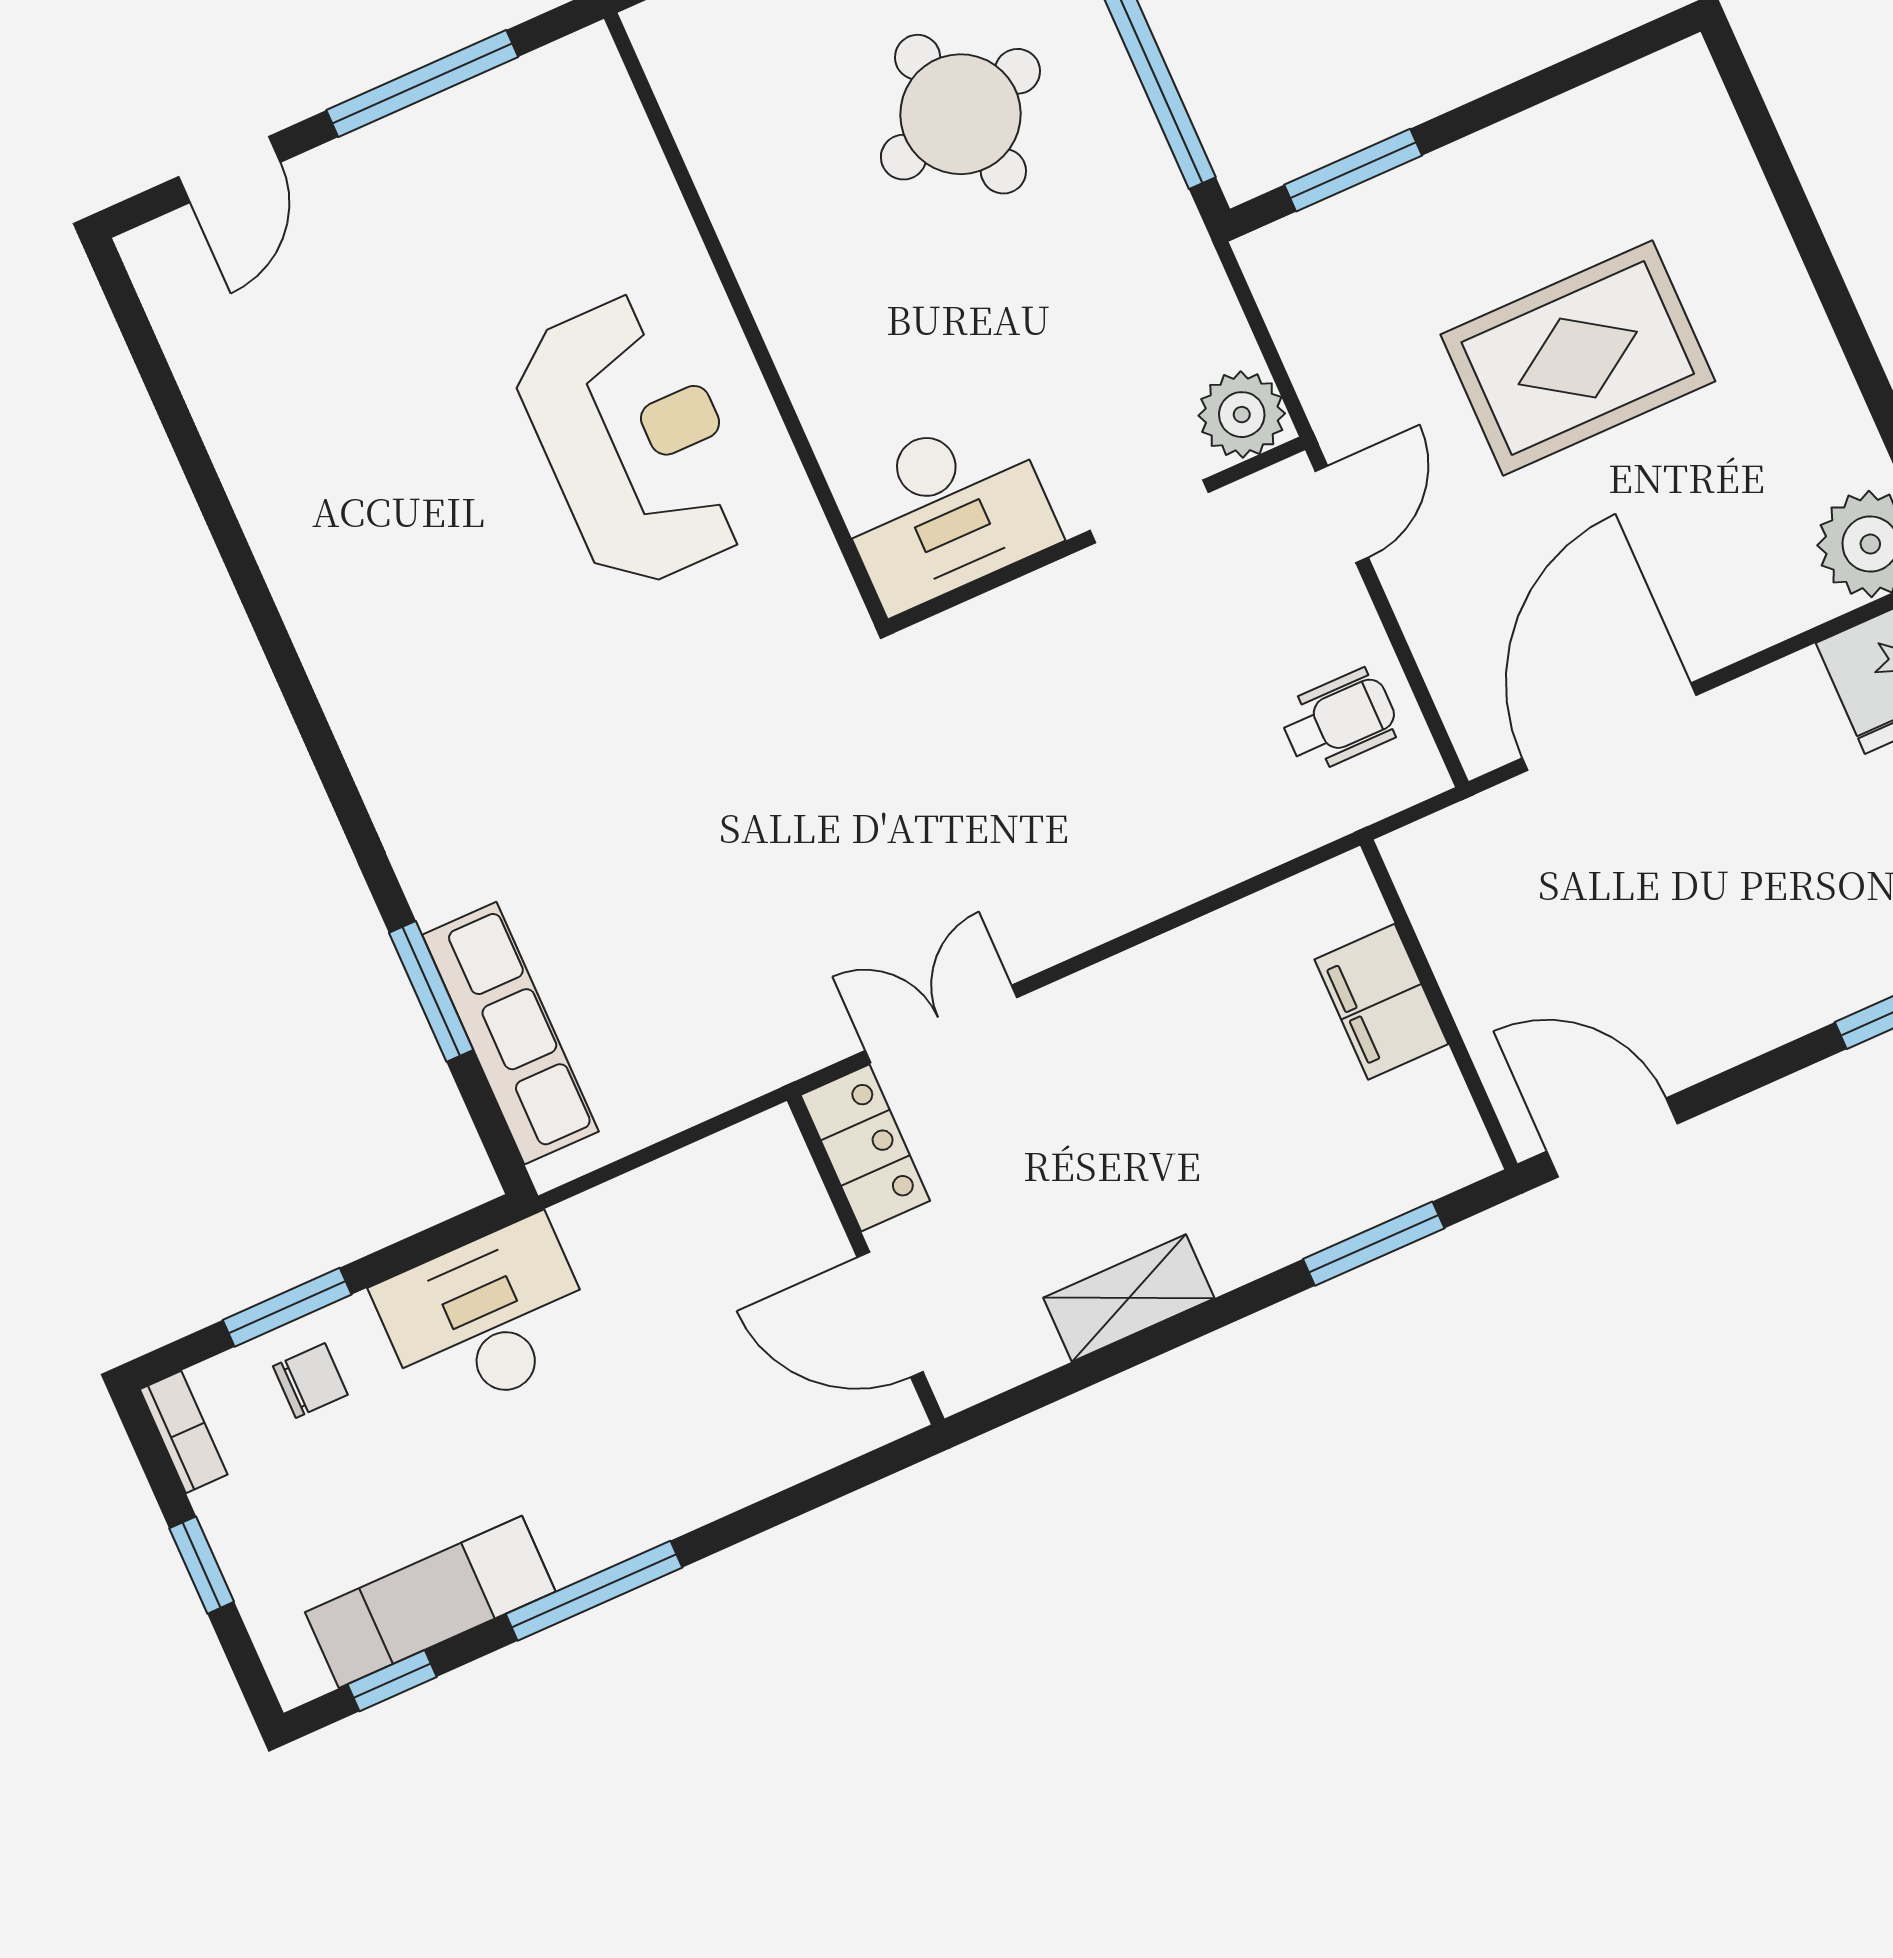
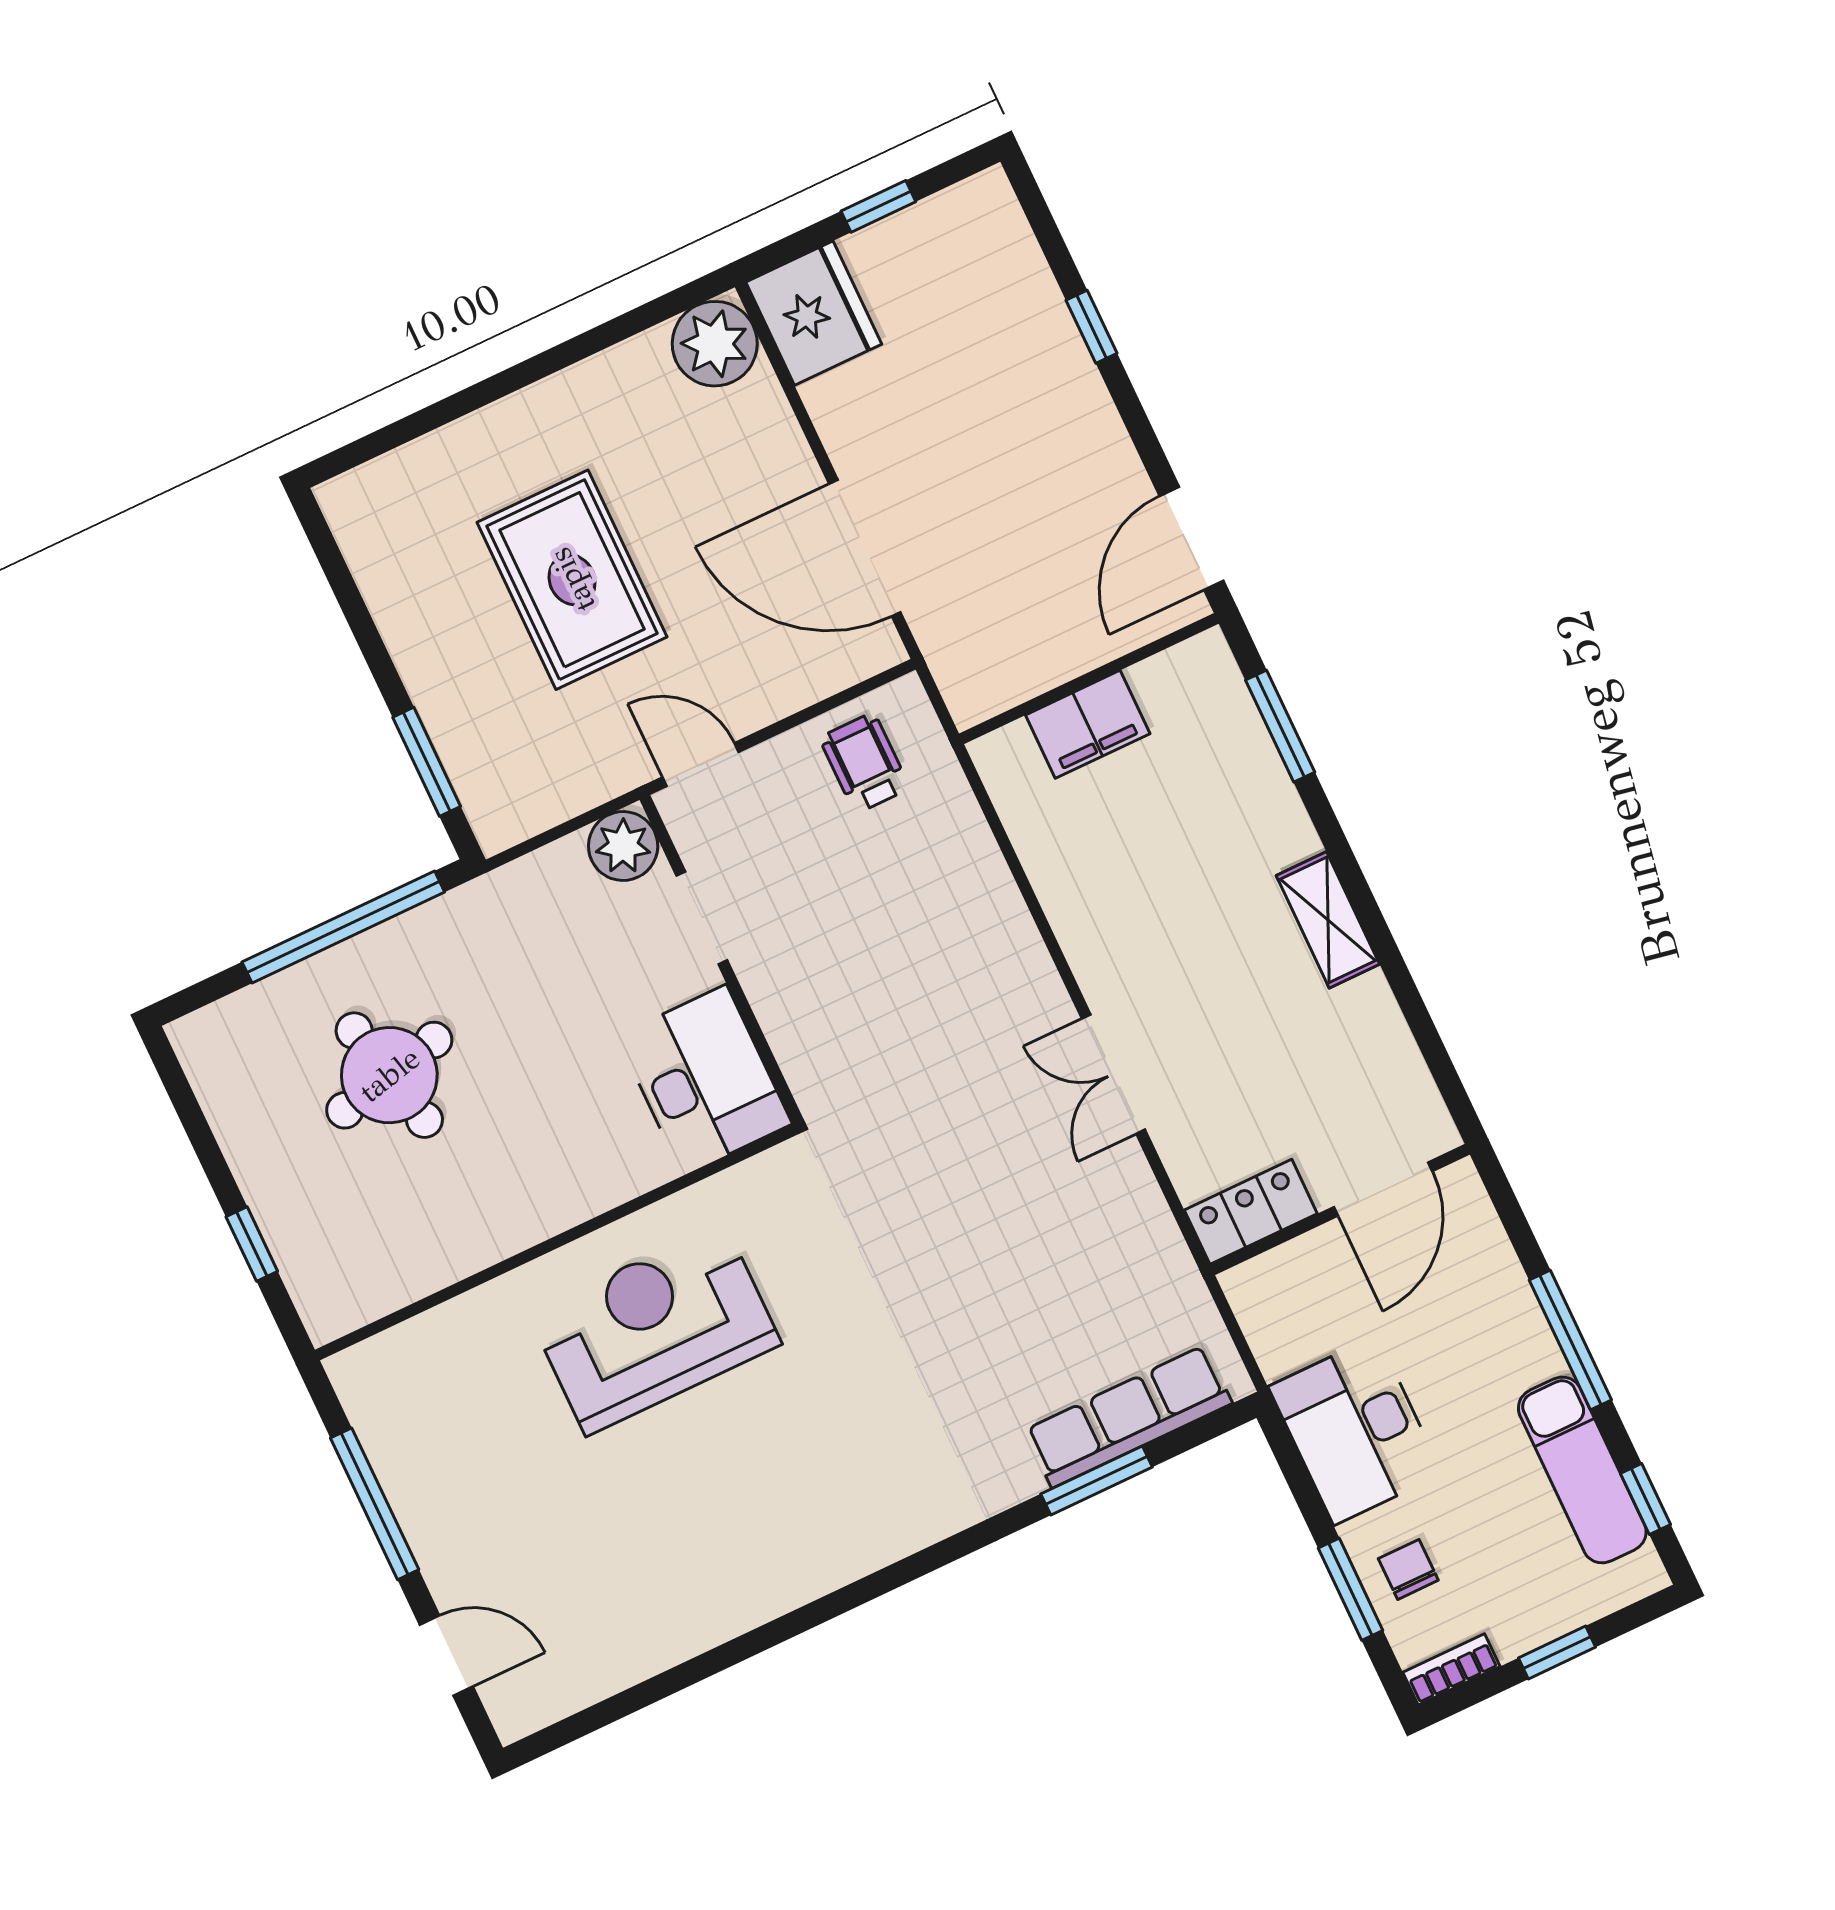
locker: (865, 1148) -> (1251, 1212), moved
wall: (866, 1260) -> (1340, 1210), moved
door: (890, 1315) -> (1383, 1189), moved

